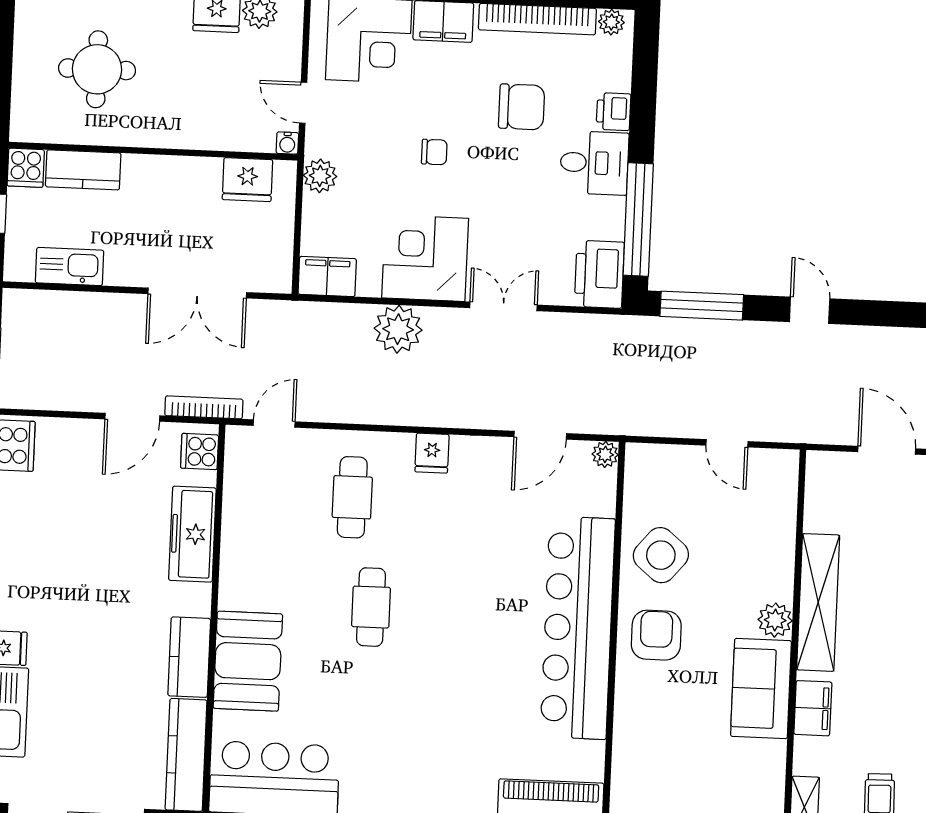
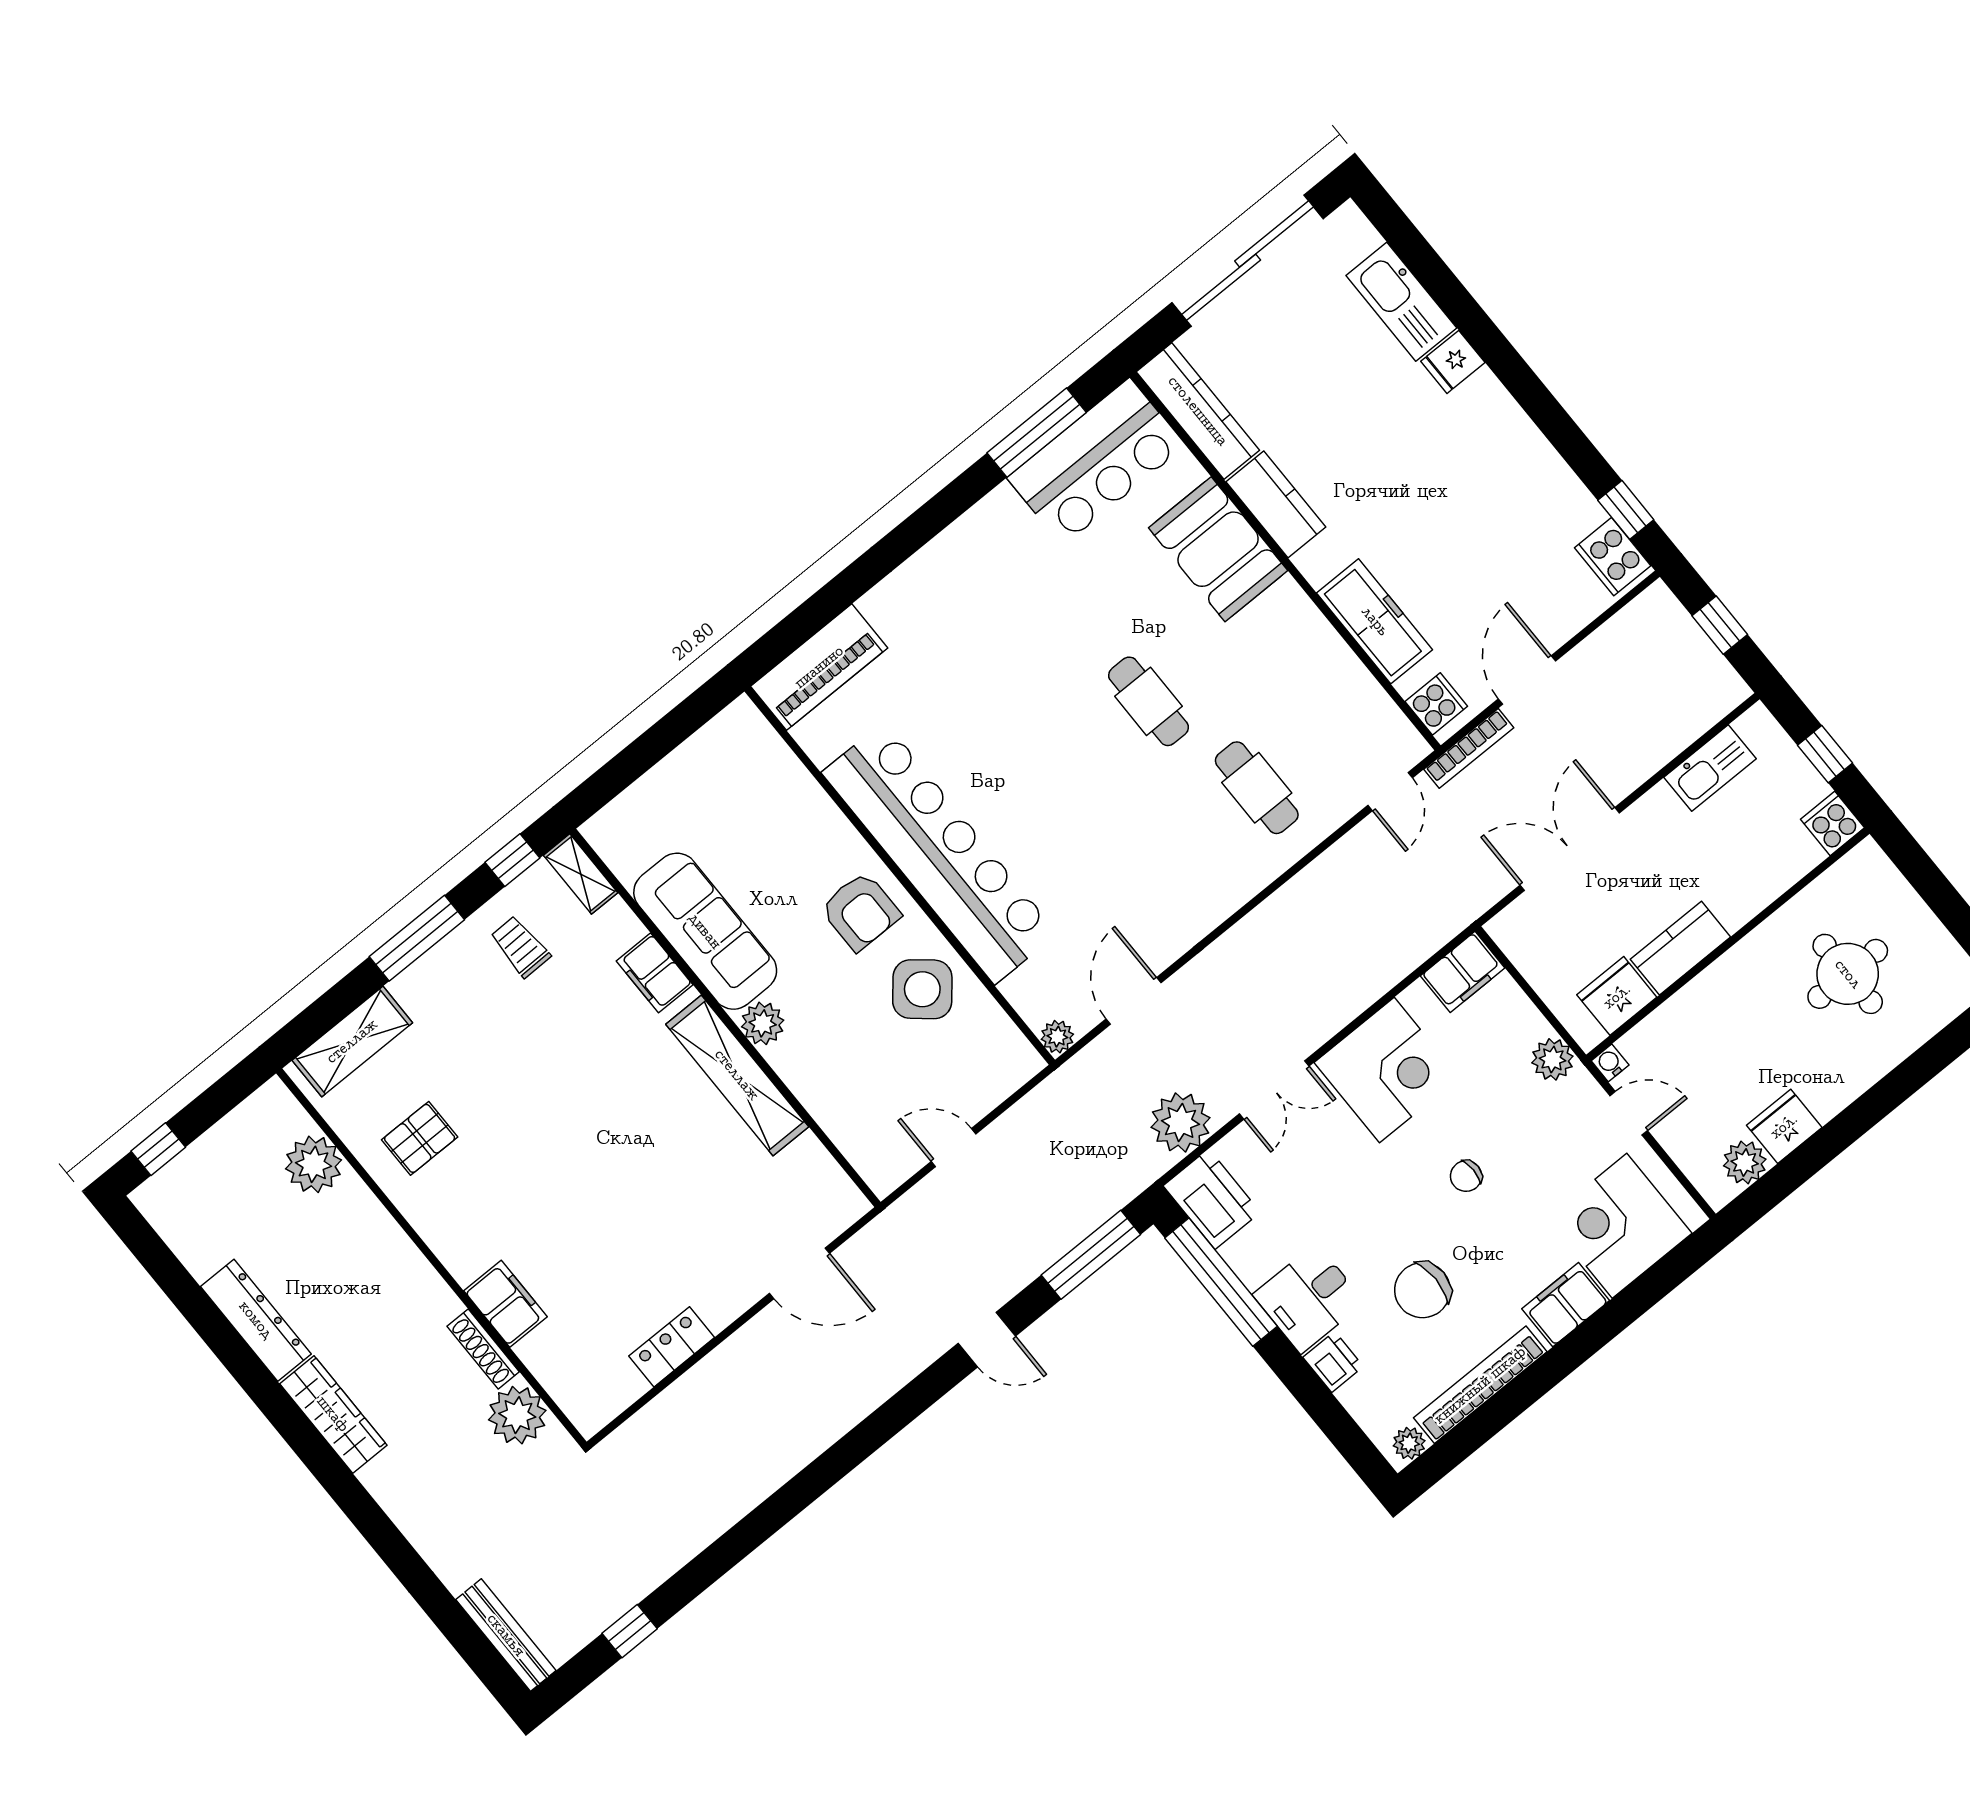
kitchen counter: (83, 170) -> (1680, 948), moved
plant: (398, 329) -> (1181, 1122), moved
fridge: (432, 453) -> (1219, 895), removed
sofa: (761, 688) -> (705, 931), width x1.36

